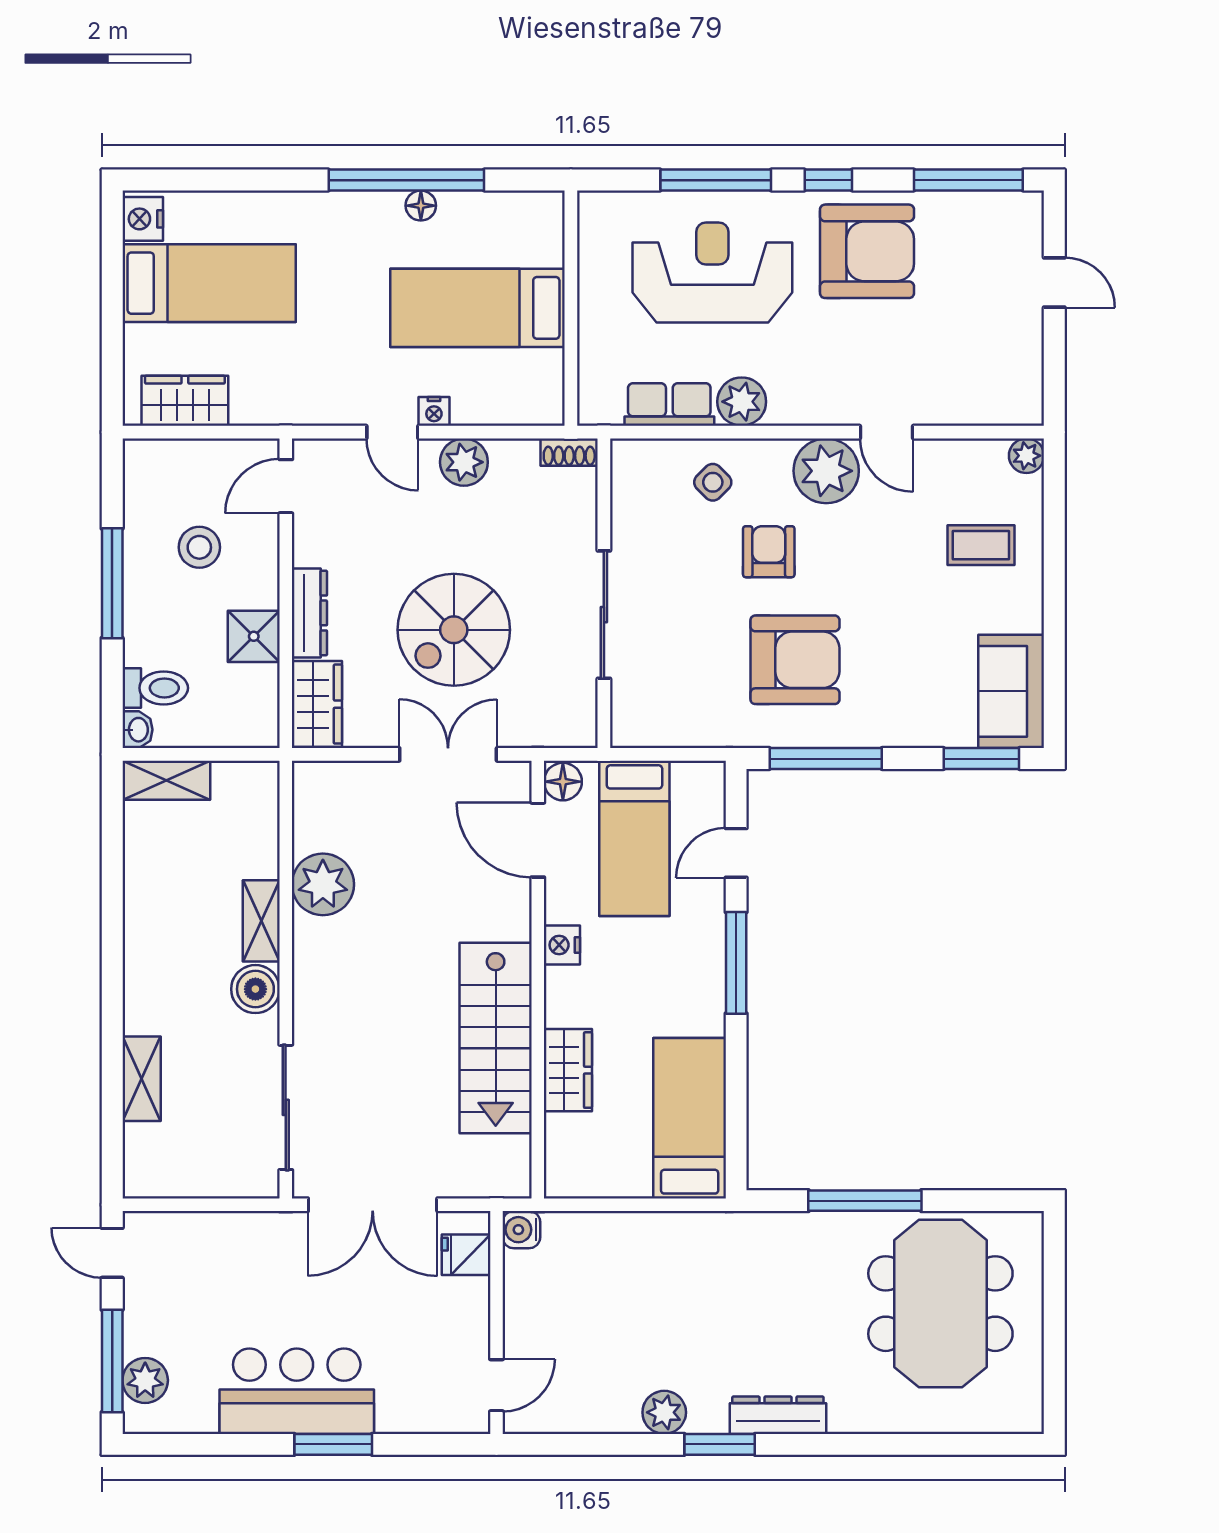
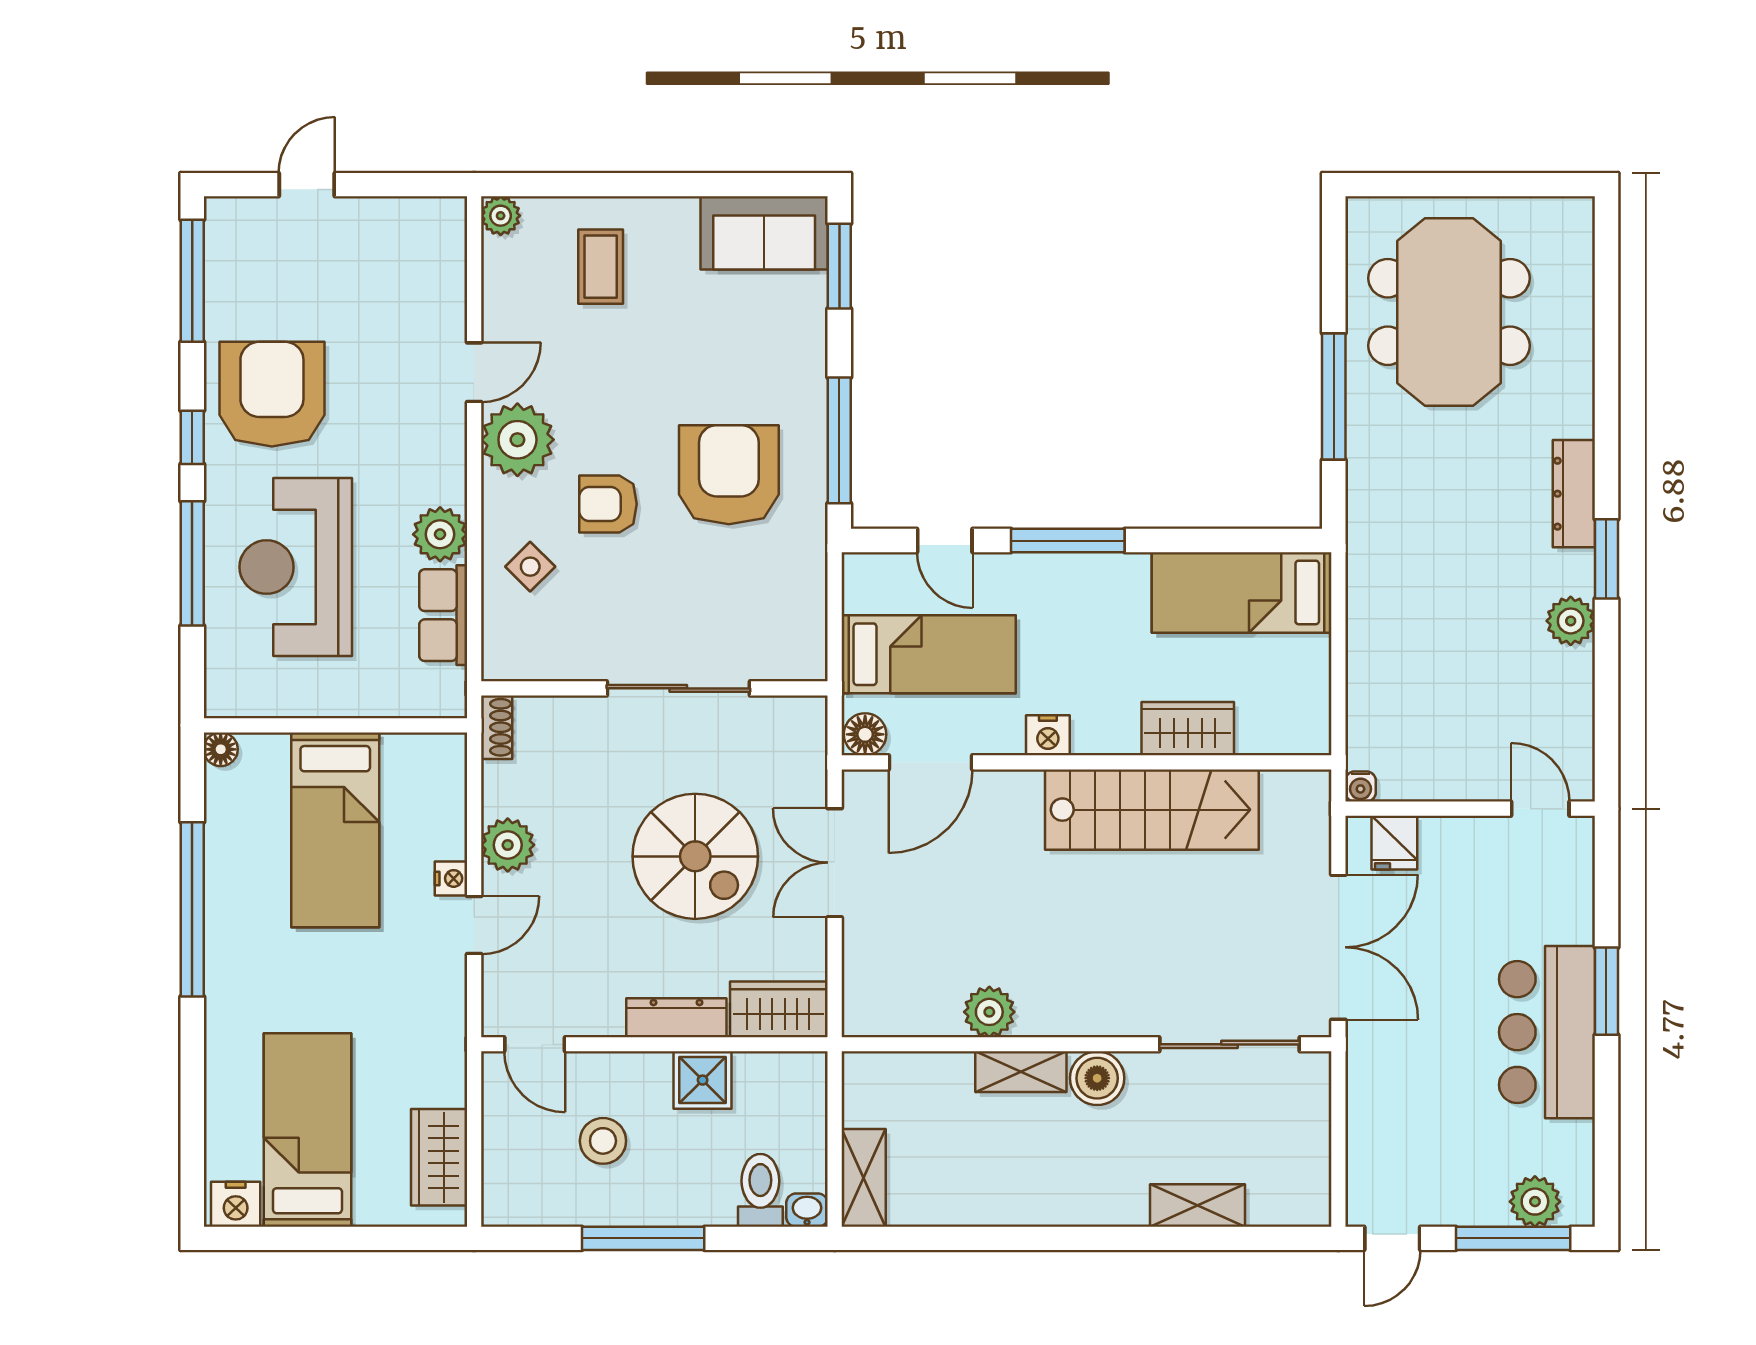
floor lamp: (421, 206) -> (221, 749), moved
plant: (323, 884) -> (989, 1012), width x0.73, depth x0.73
water cooler: (521, 1230) -> (1360, 786), width x0.72, depth x0.72
meeting table: (940, 1304) -> (1449, 312), turned 90

